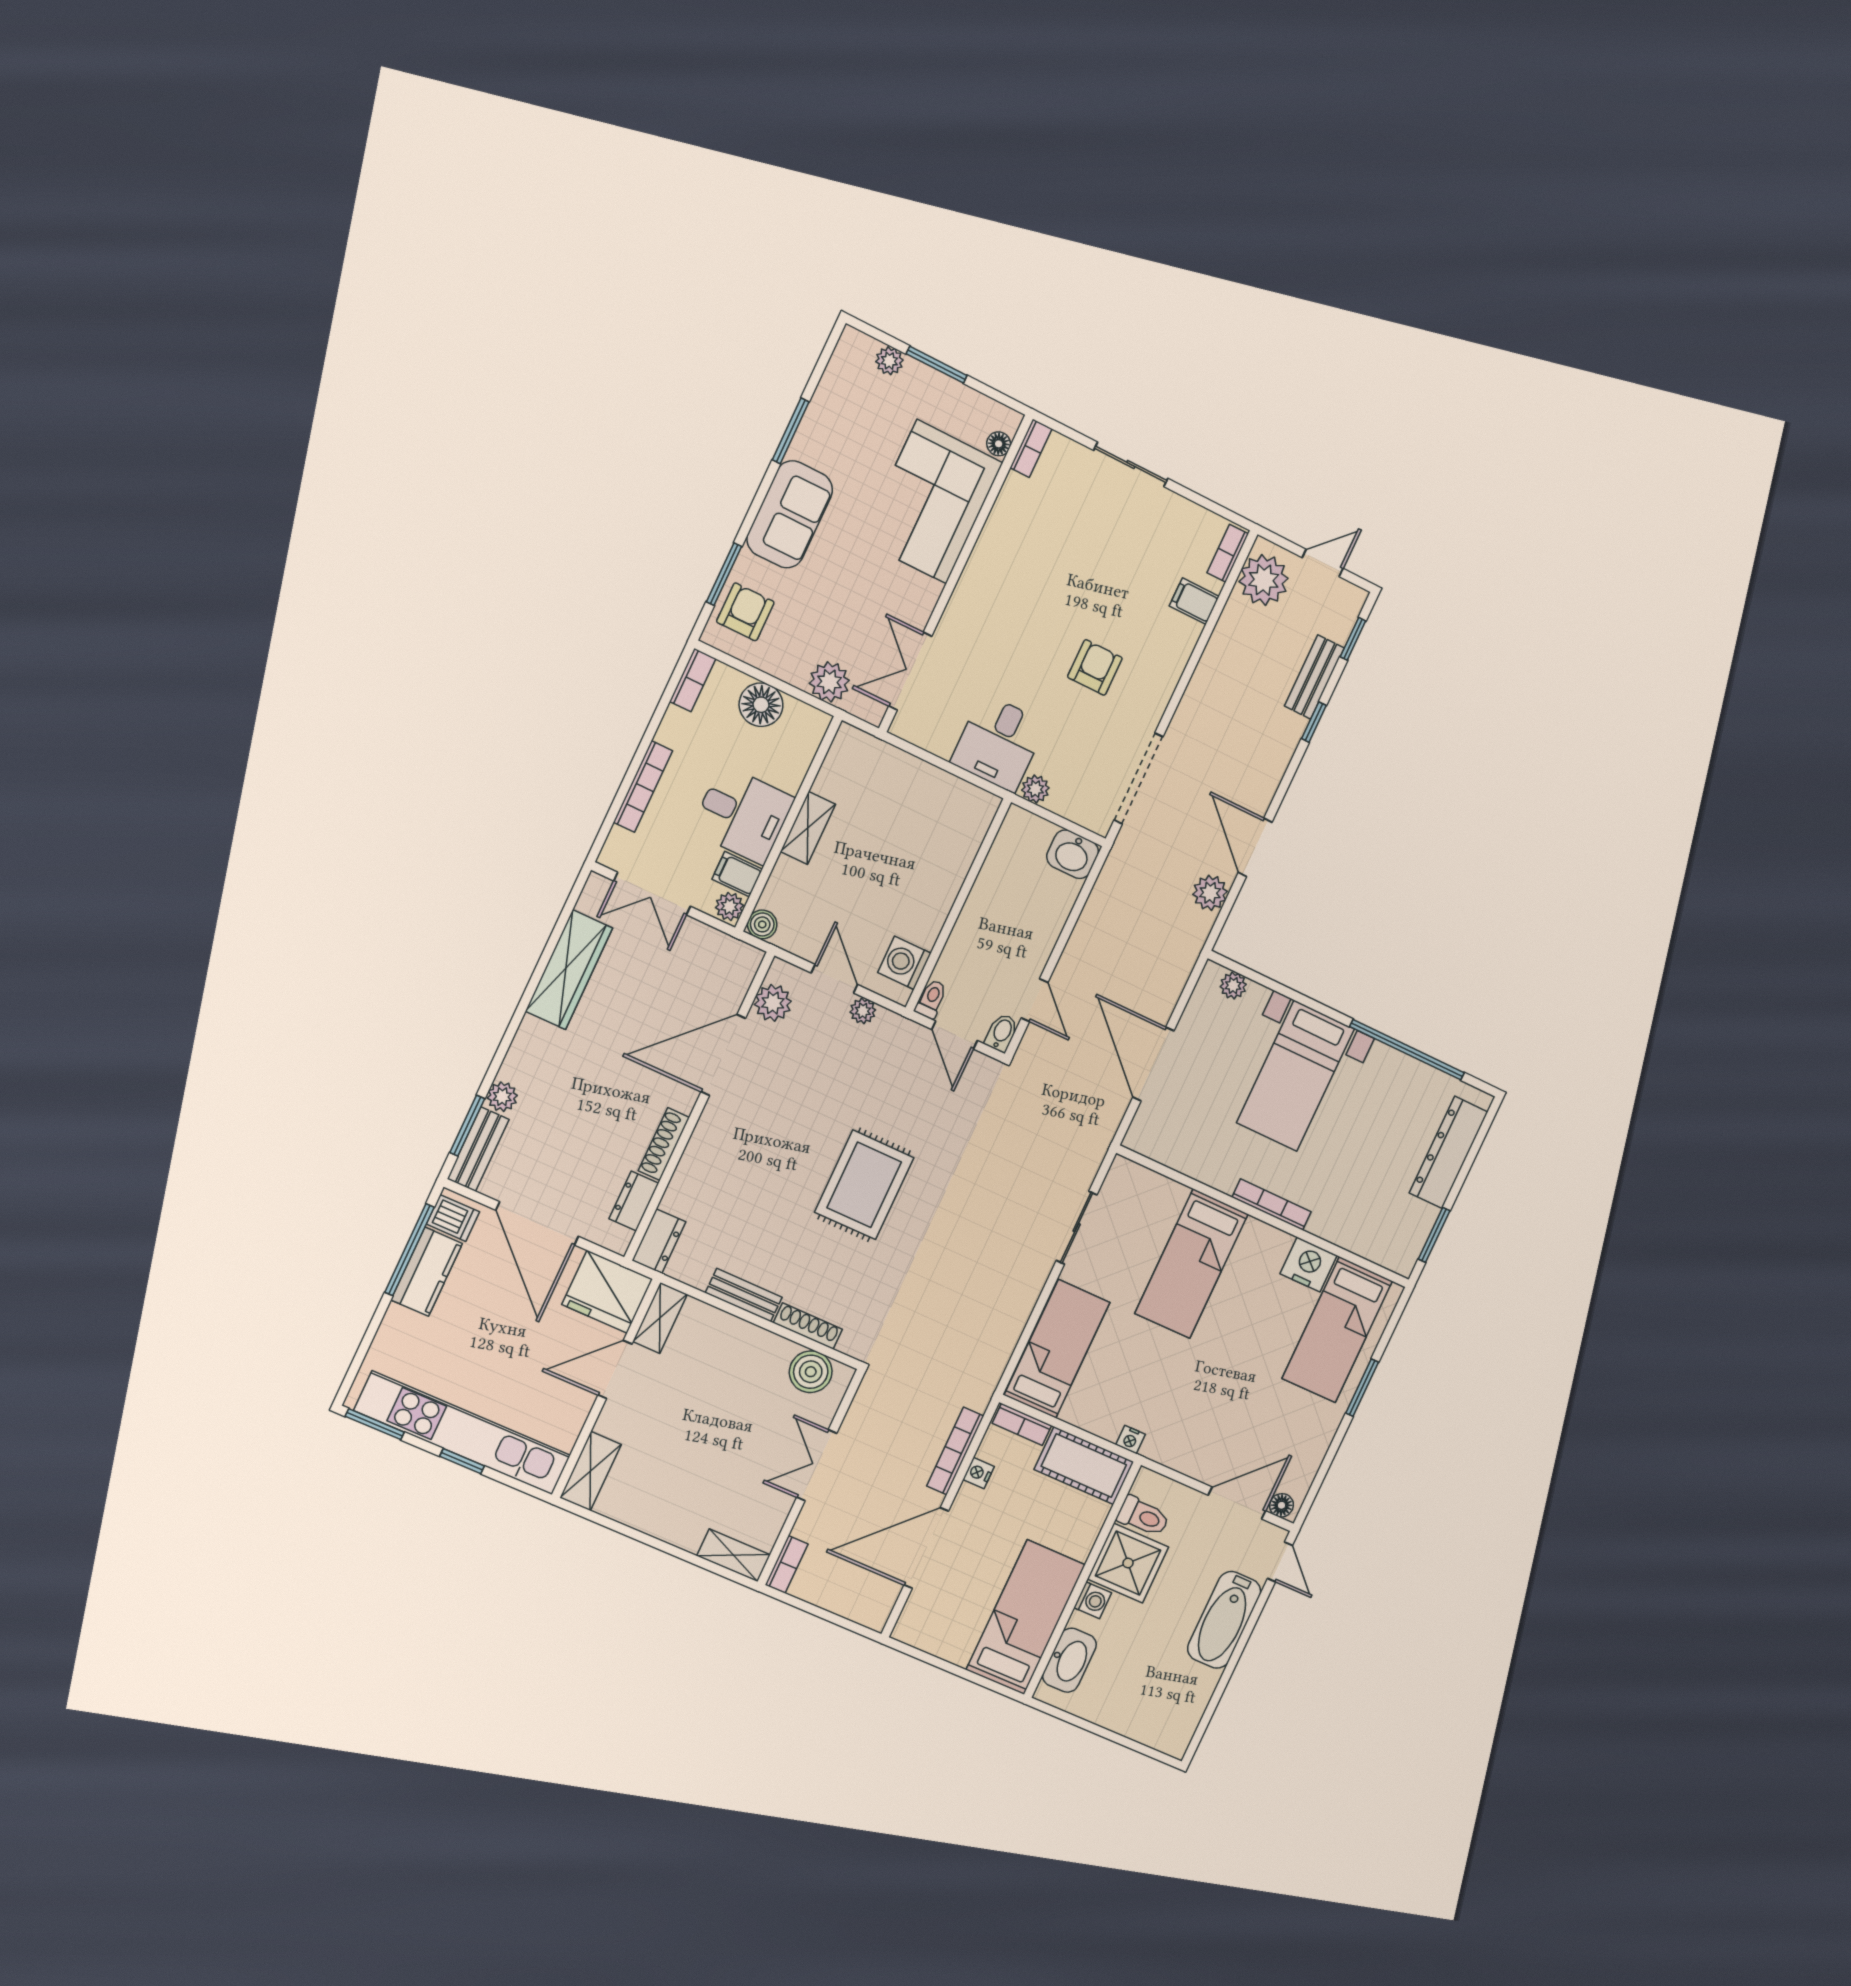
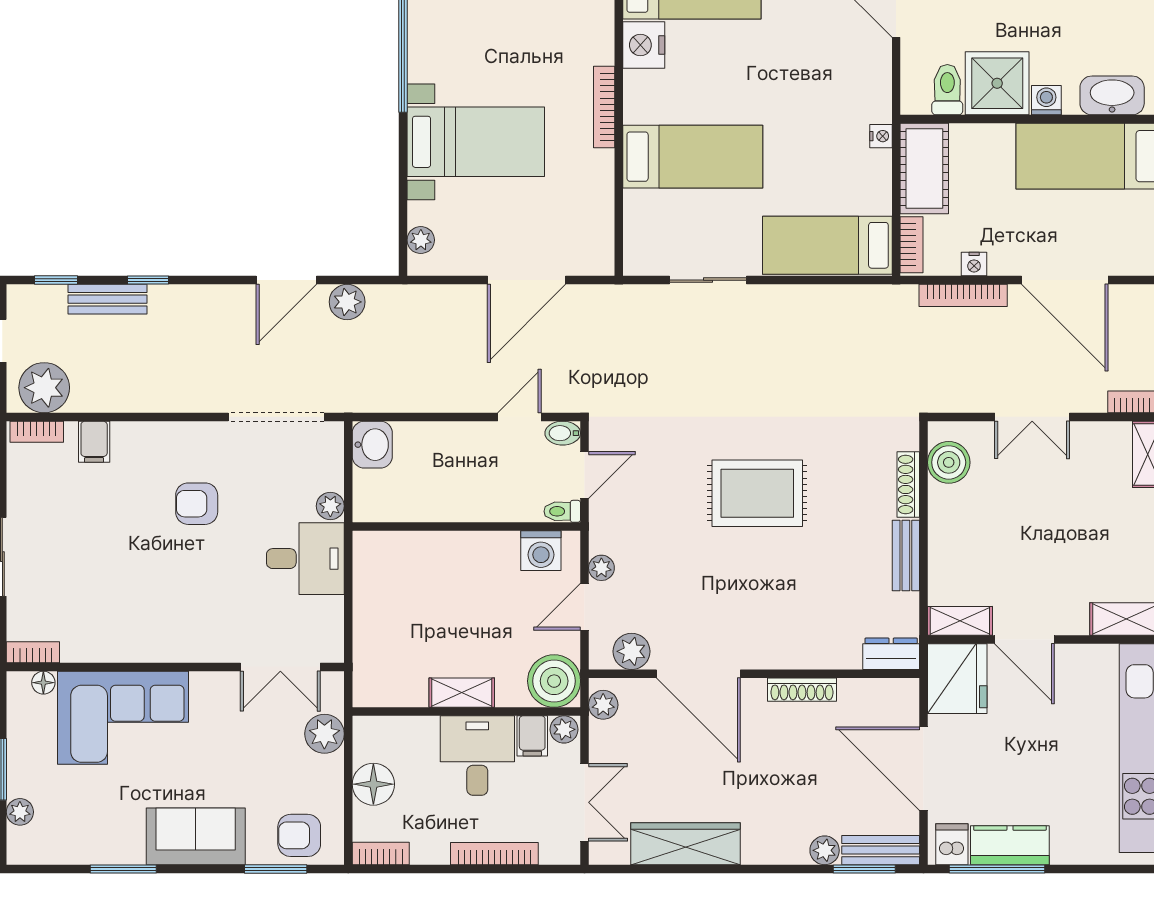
boiler: (762, 924) -> (554, 681), width x1.86, depth x1.86
plant: (735, 954) -> (603, 705), added
dresser: (634, 1201) -> (865, 693), removed
door: (537, 1223) -> (924, 769), swing flipped

